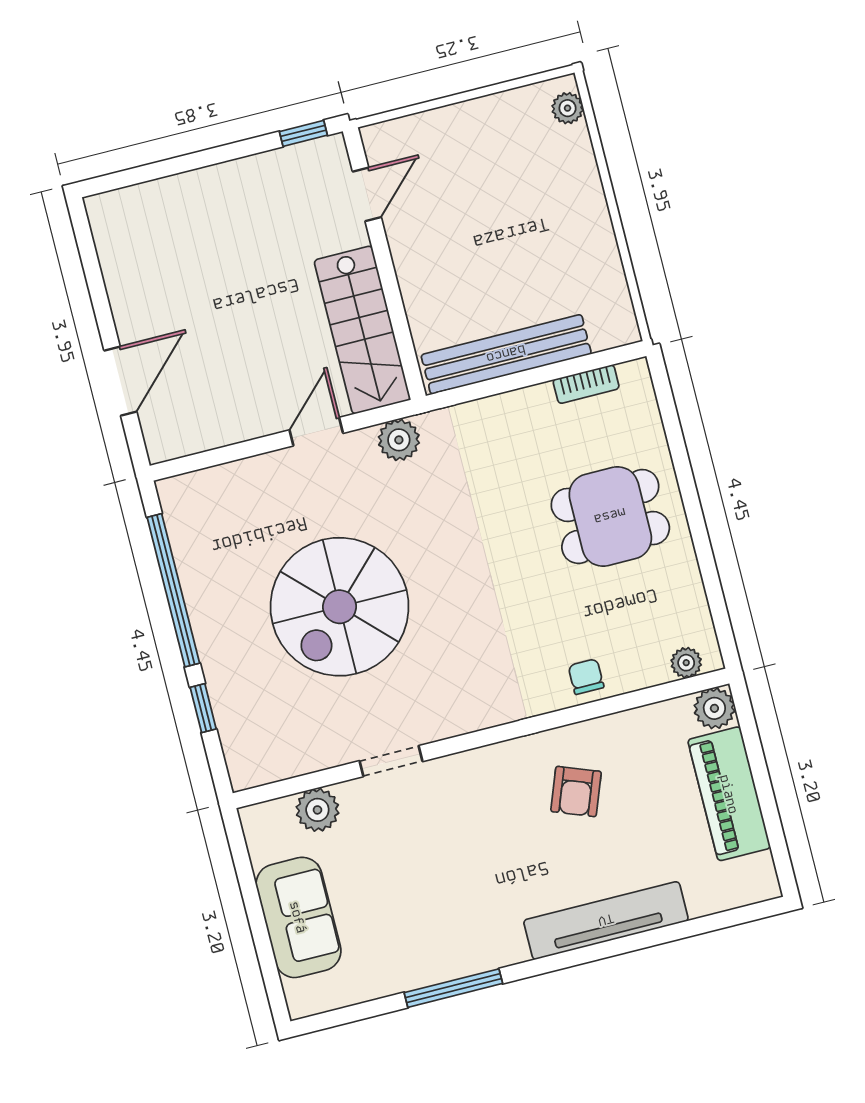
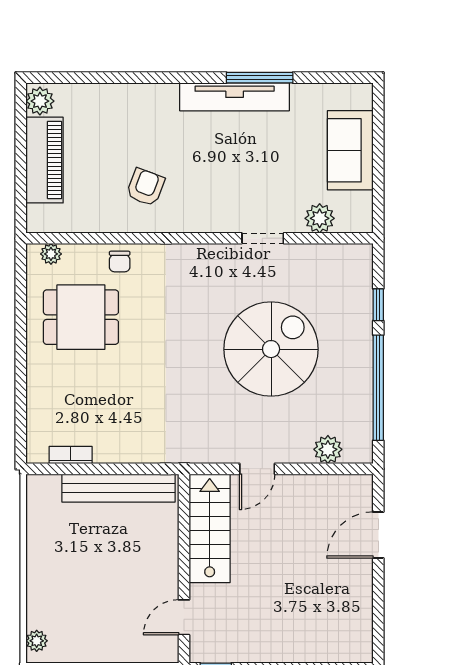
plant: (399, 440) -> (328, 449), moved
dining table: (610, 516) -> (81, 317), moved
plant: (714, 708) -> (40, 101), moved
tv unit: (606, 920) -> (235, 97), moved

